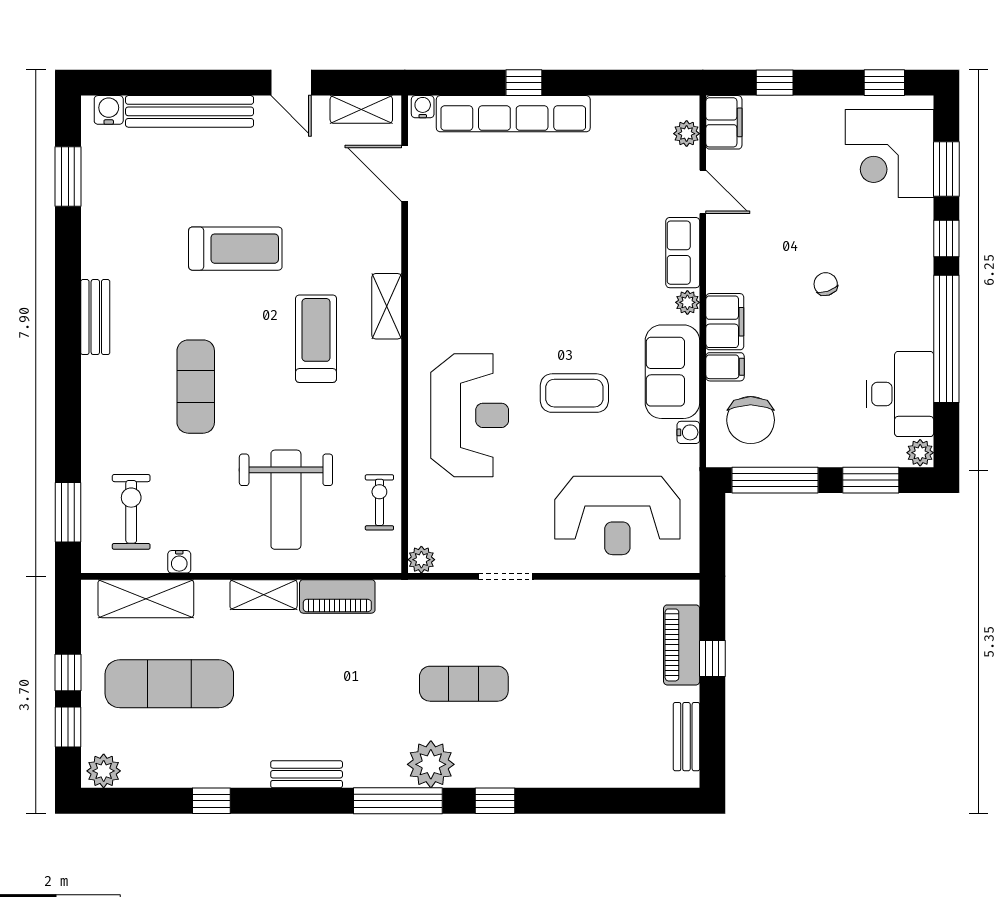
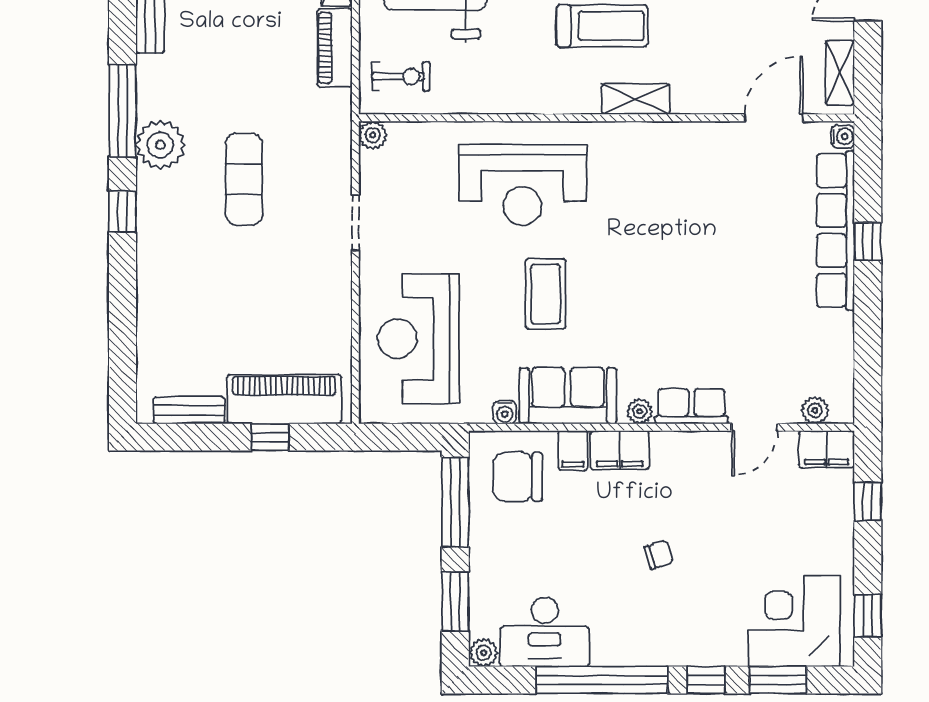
exercise bike: (379, 502) -> (401, 76), moved
piano: (682, 645) -> (284, 399), width x1.37, depth x1.33

